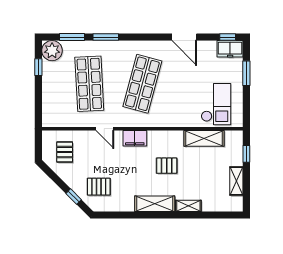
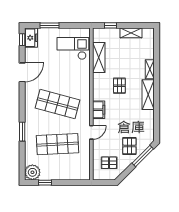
window: (72, 37) -> (22, 157), removed
pallet: (99, 187) -> (129, 146), moved
window: (74, 197) -> (143, 156), width x2.17

